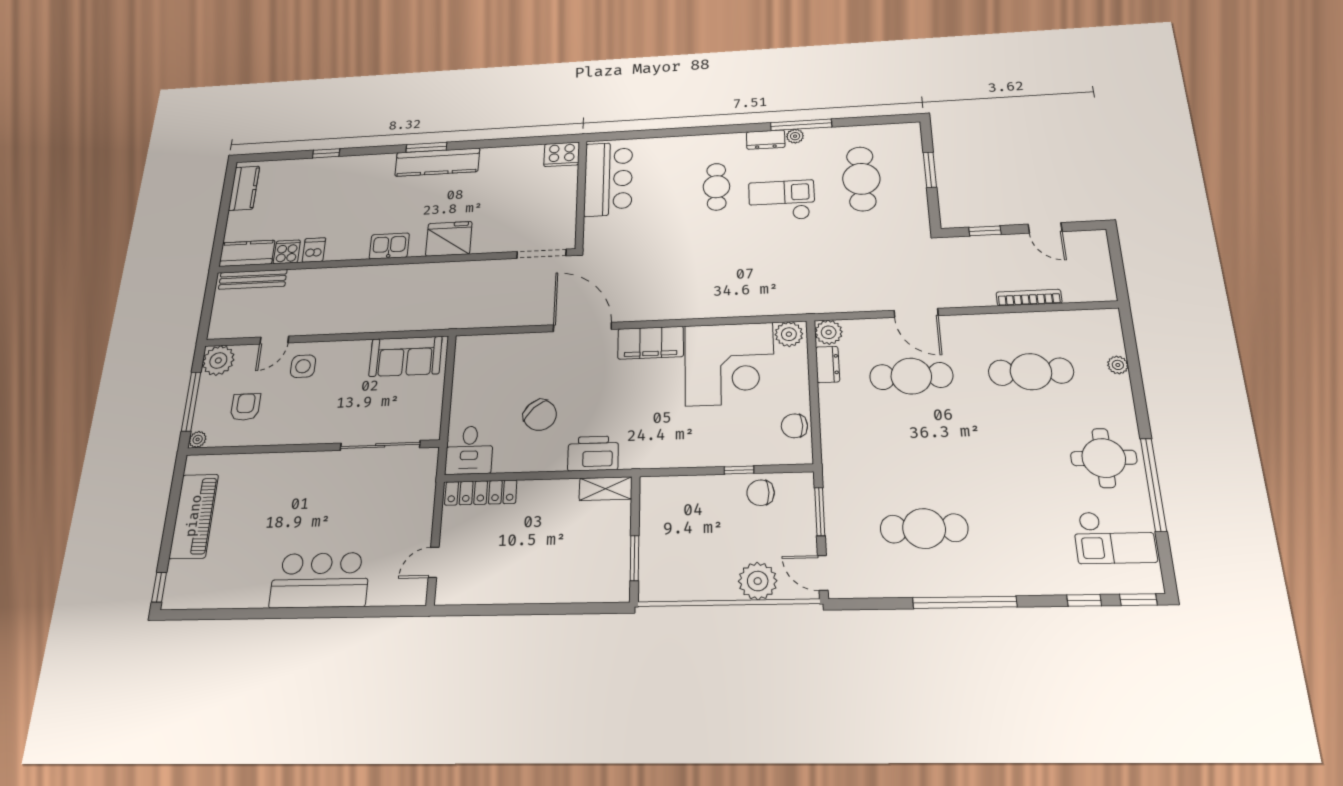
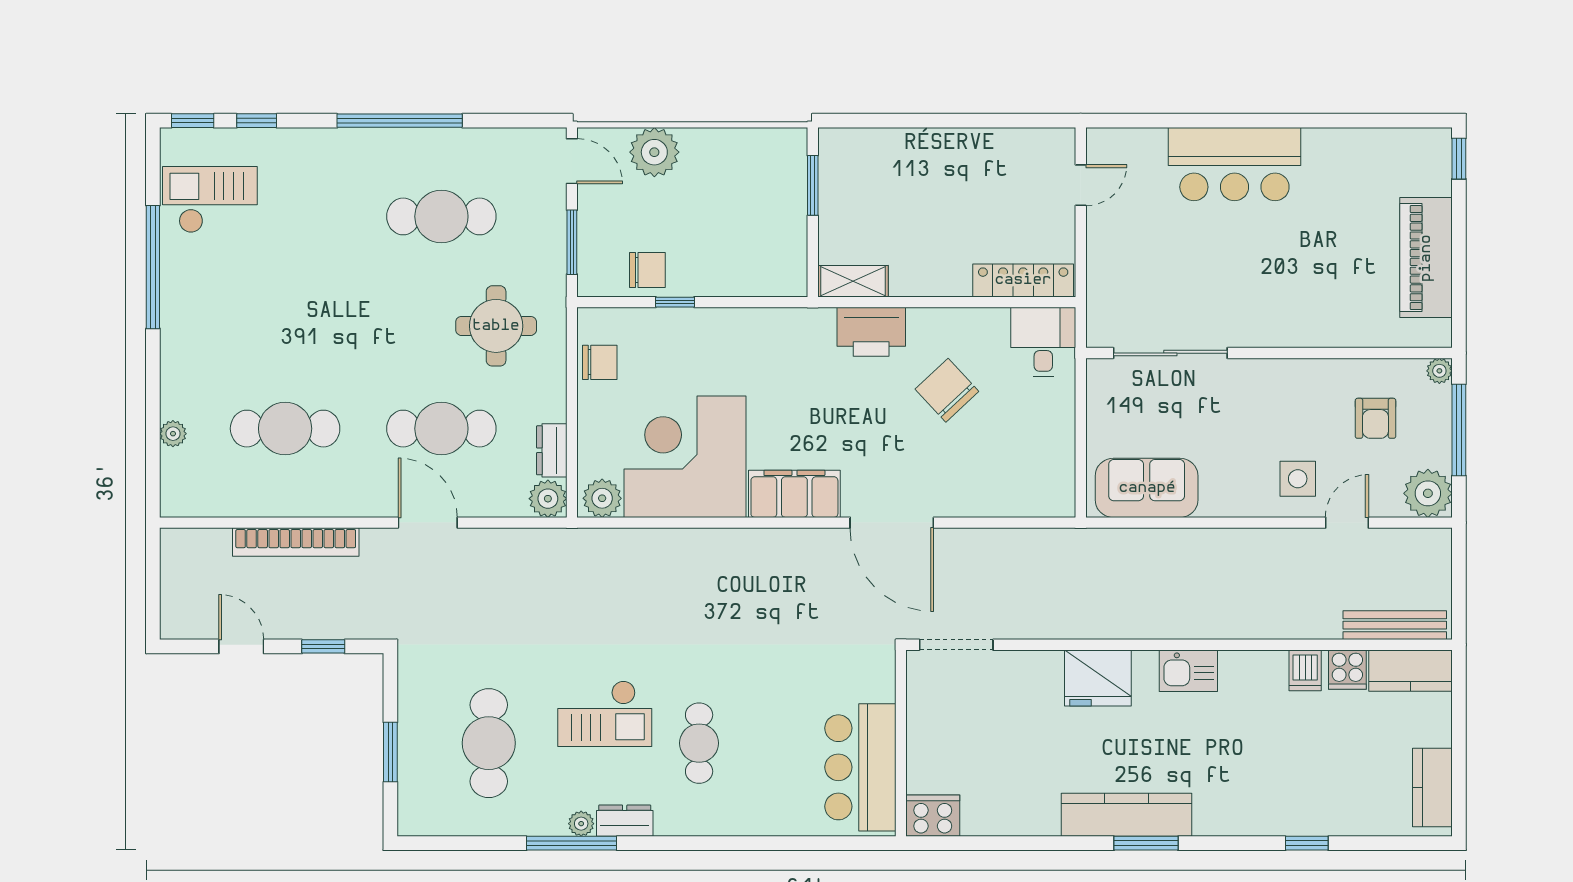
bookcase: (1029, 298) -> (296, 542), width x1.48, depth x1.31
round table: (1104, 458) -> (496, 326), moved

